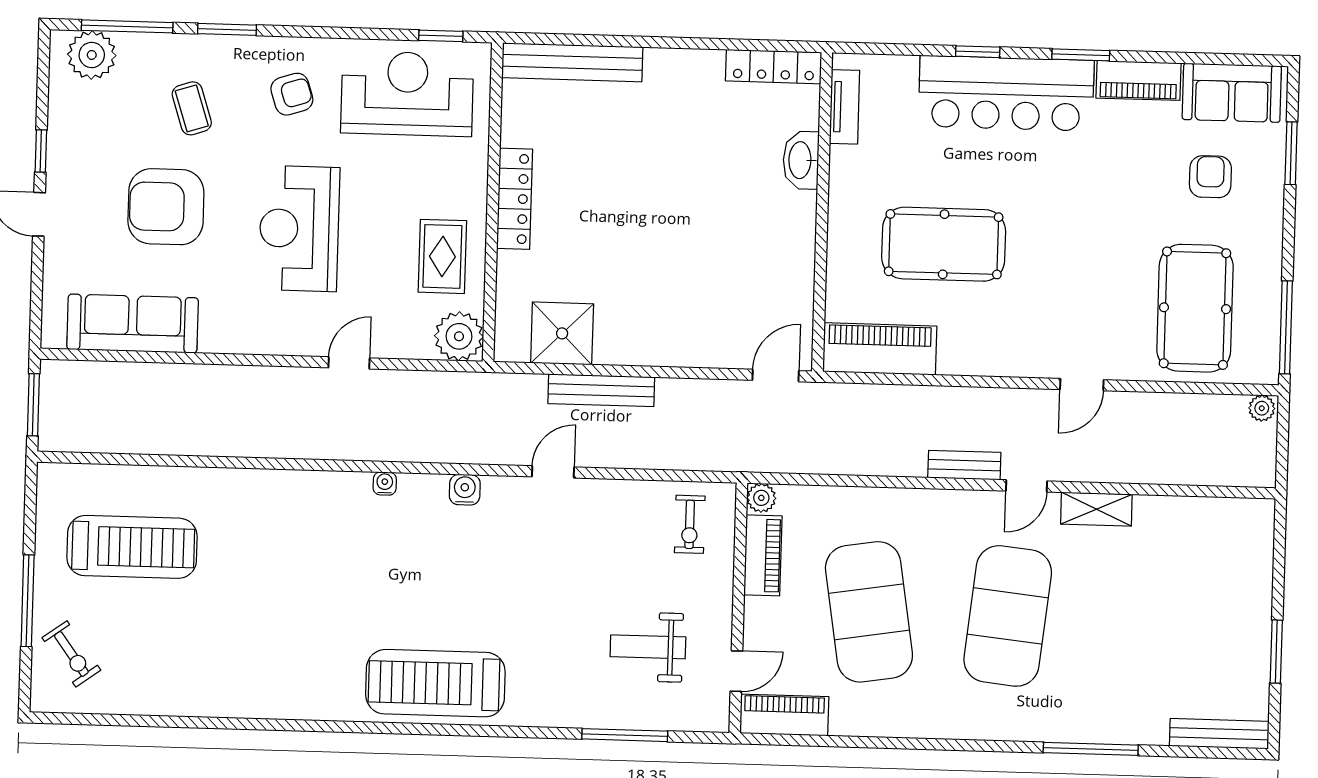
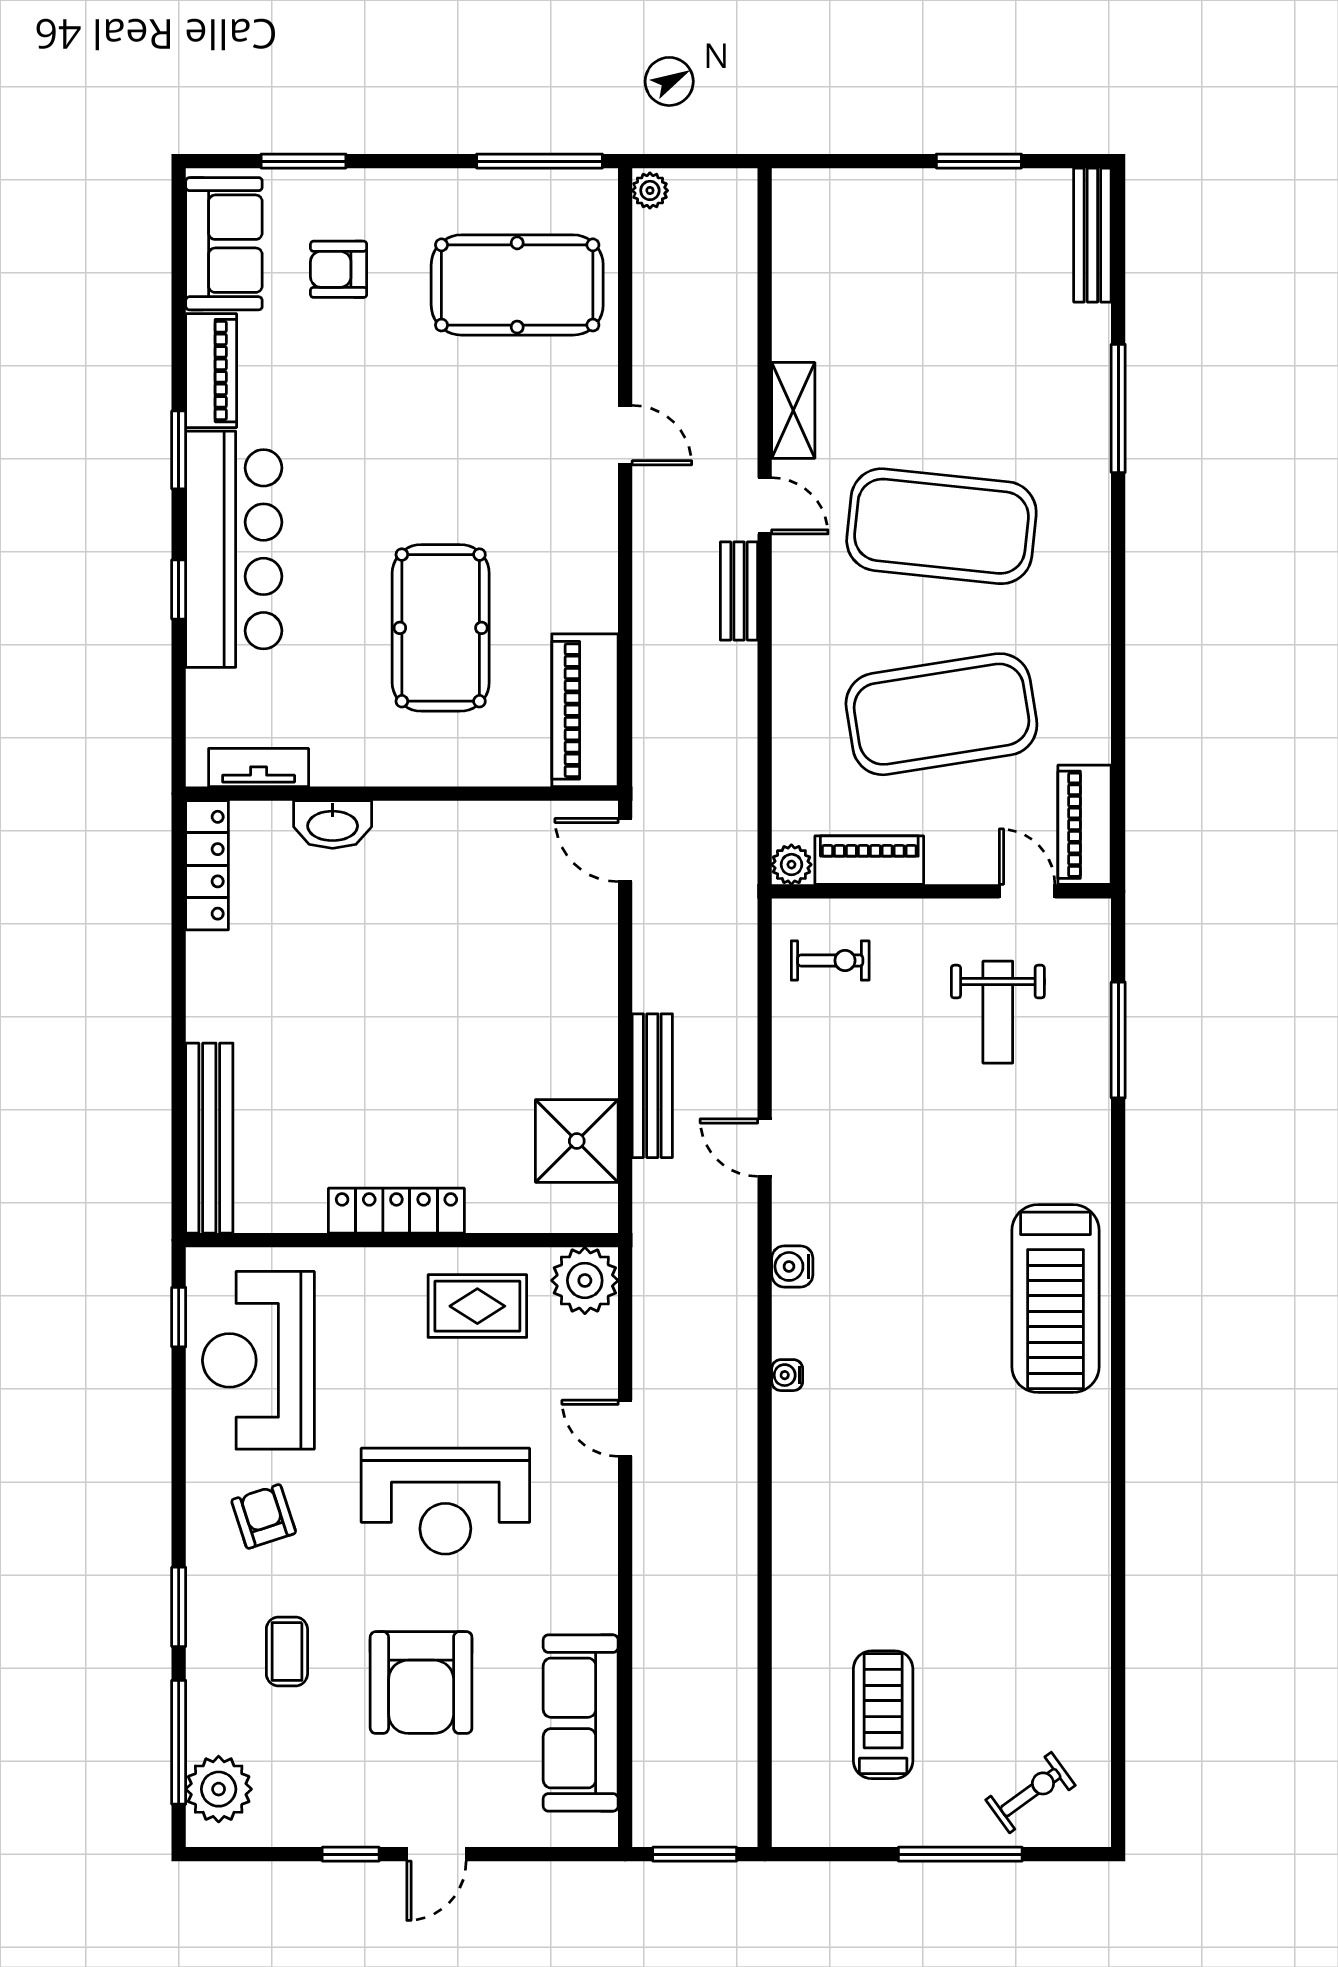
coffee table: (192, 108) -> (287, 1651), turned -72
treadmill: (132, 547) -> (883, 1715), width x0.73, depth x0.73

